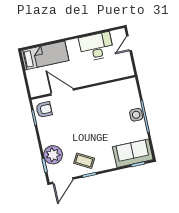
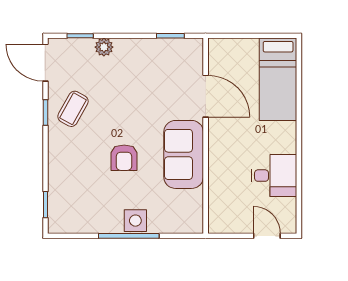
desk: (96, 47) -> (274, 176), width x0.73
door: (62, 92) -> (206, 96), hinge flipped
armchair: (44, 109) -> (124, 158), moved
sofa: (133, 153) -> (184, 154), moved, turned 180
plant: (53, 155) -> (104, 47), width x0.53, depth x0.53

